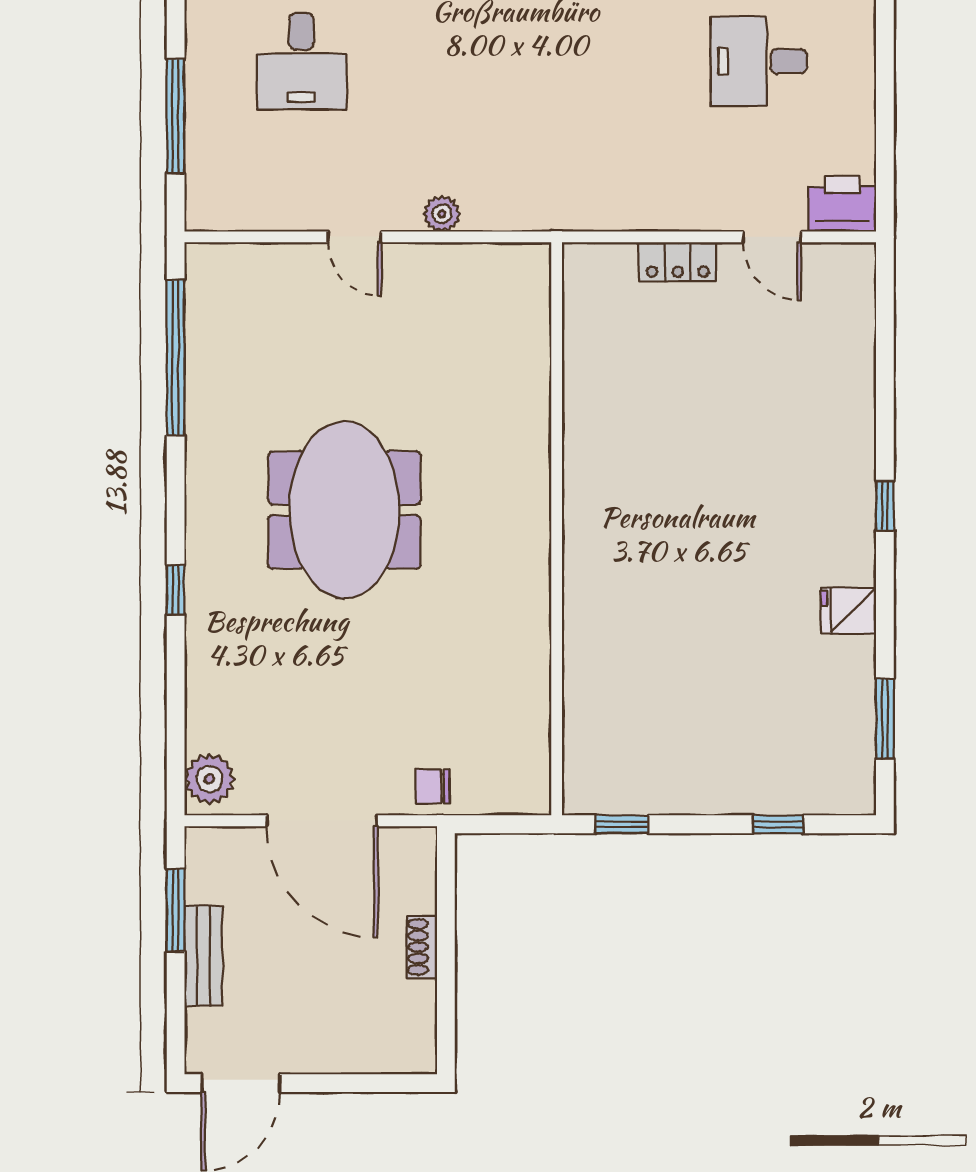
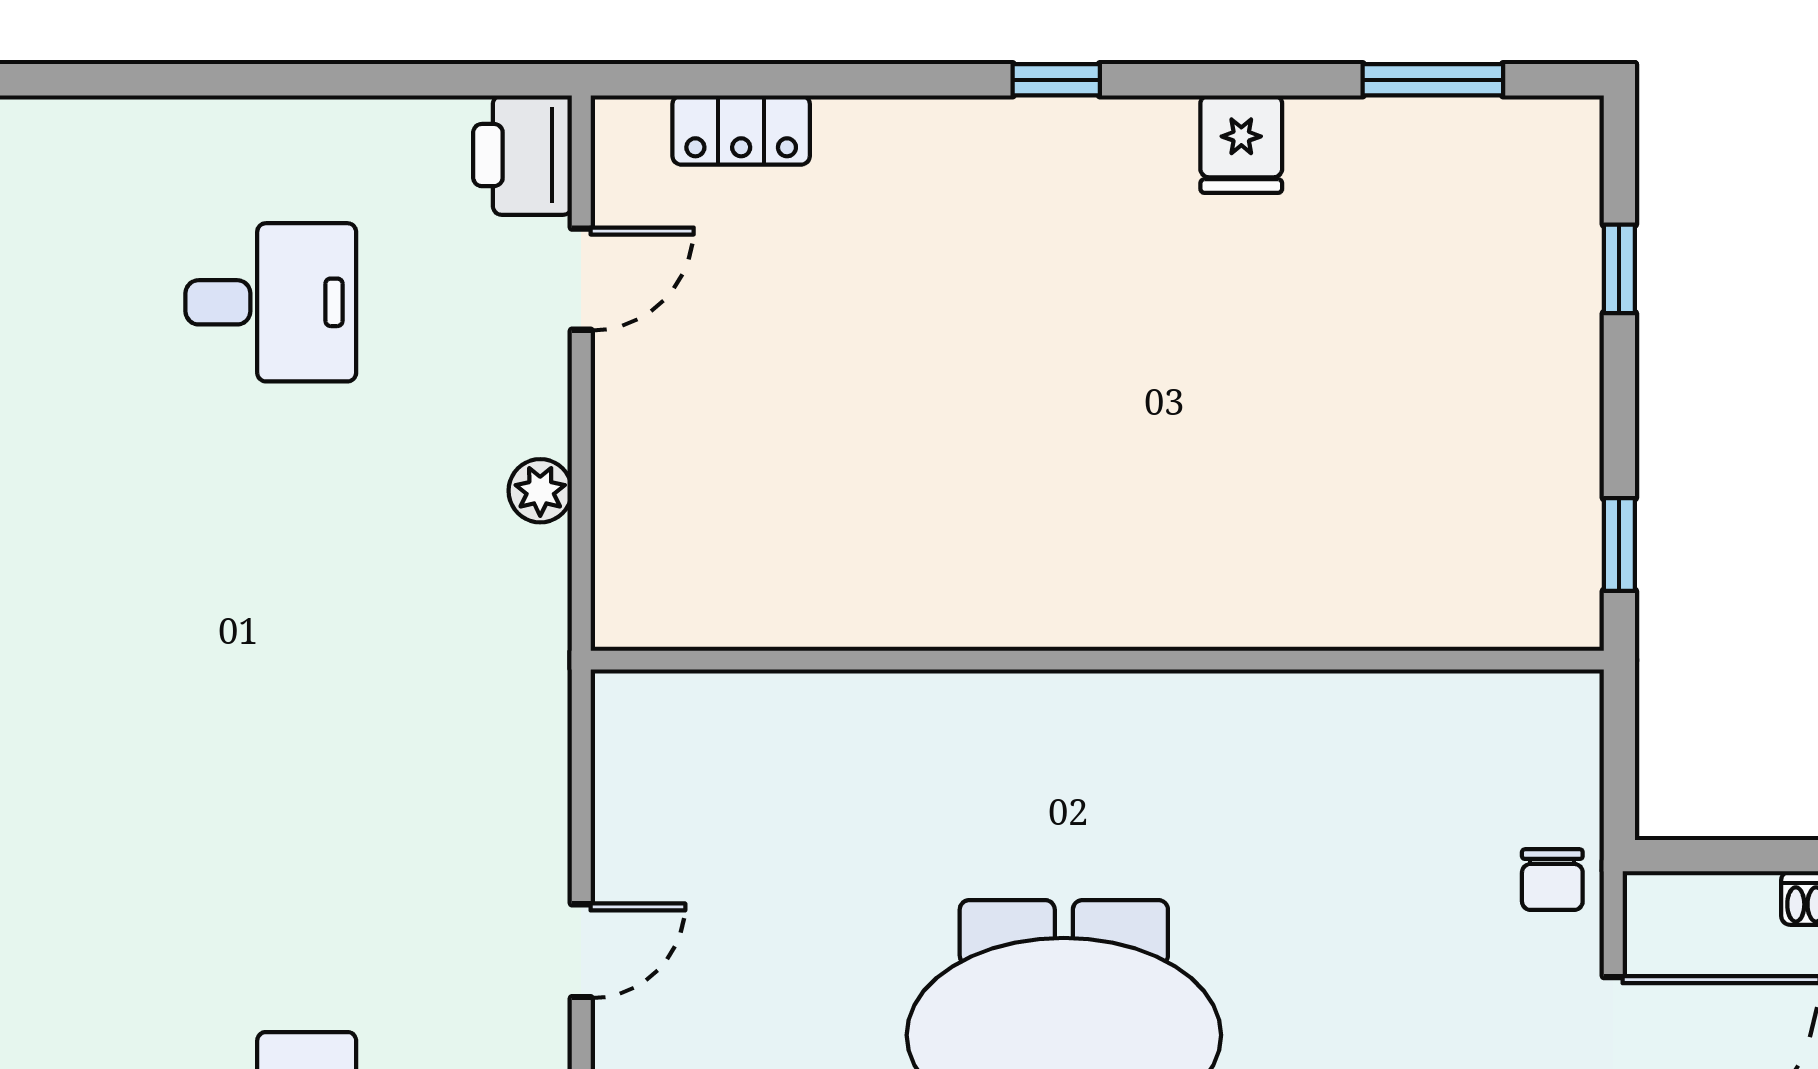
desk: (759, 61) -> (271, 302), turned -90
plant: (442, 214) -> (540, 491), moved
door: (355, 237) -> (581, 951), moved
locker: (678, 262) -> (741, 130), moved, turned 90

